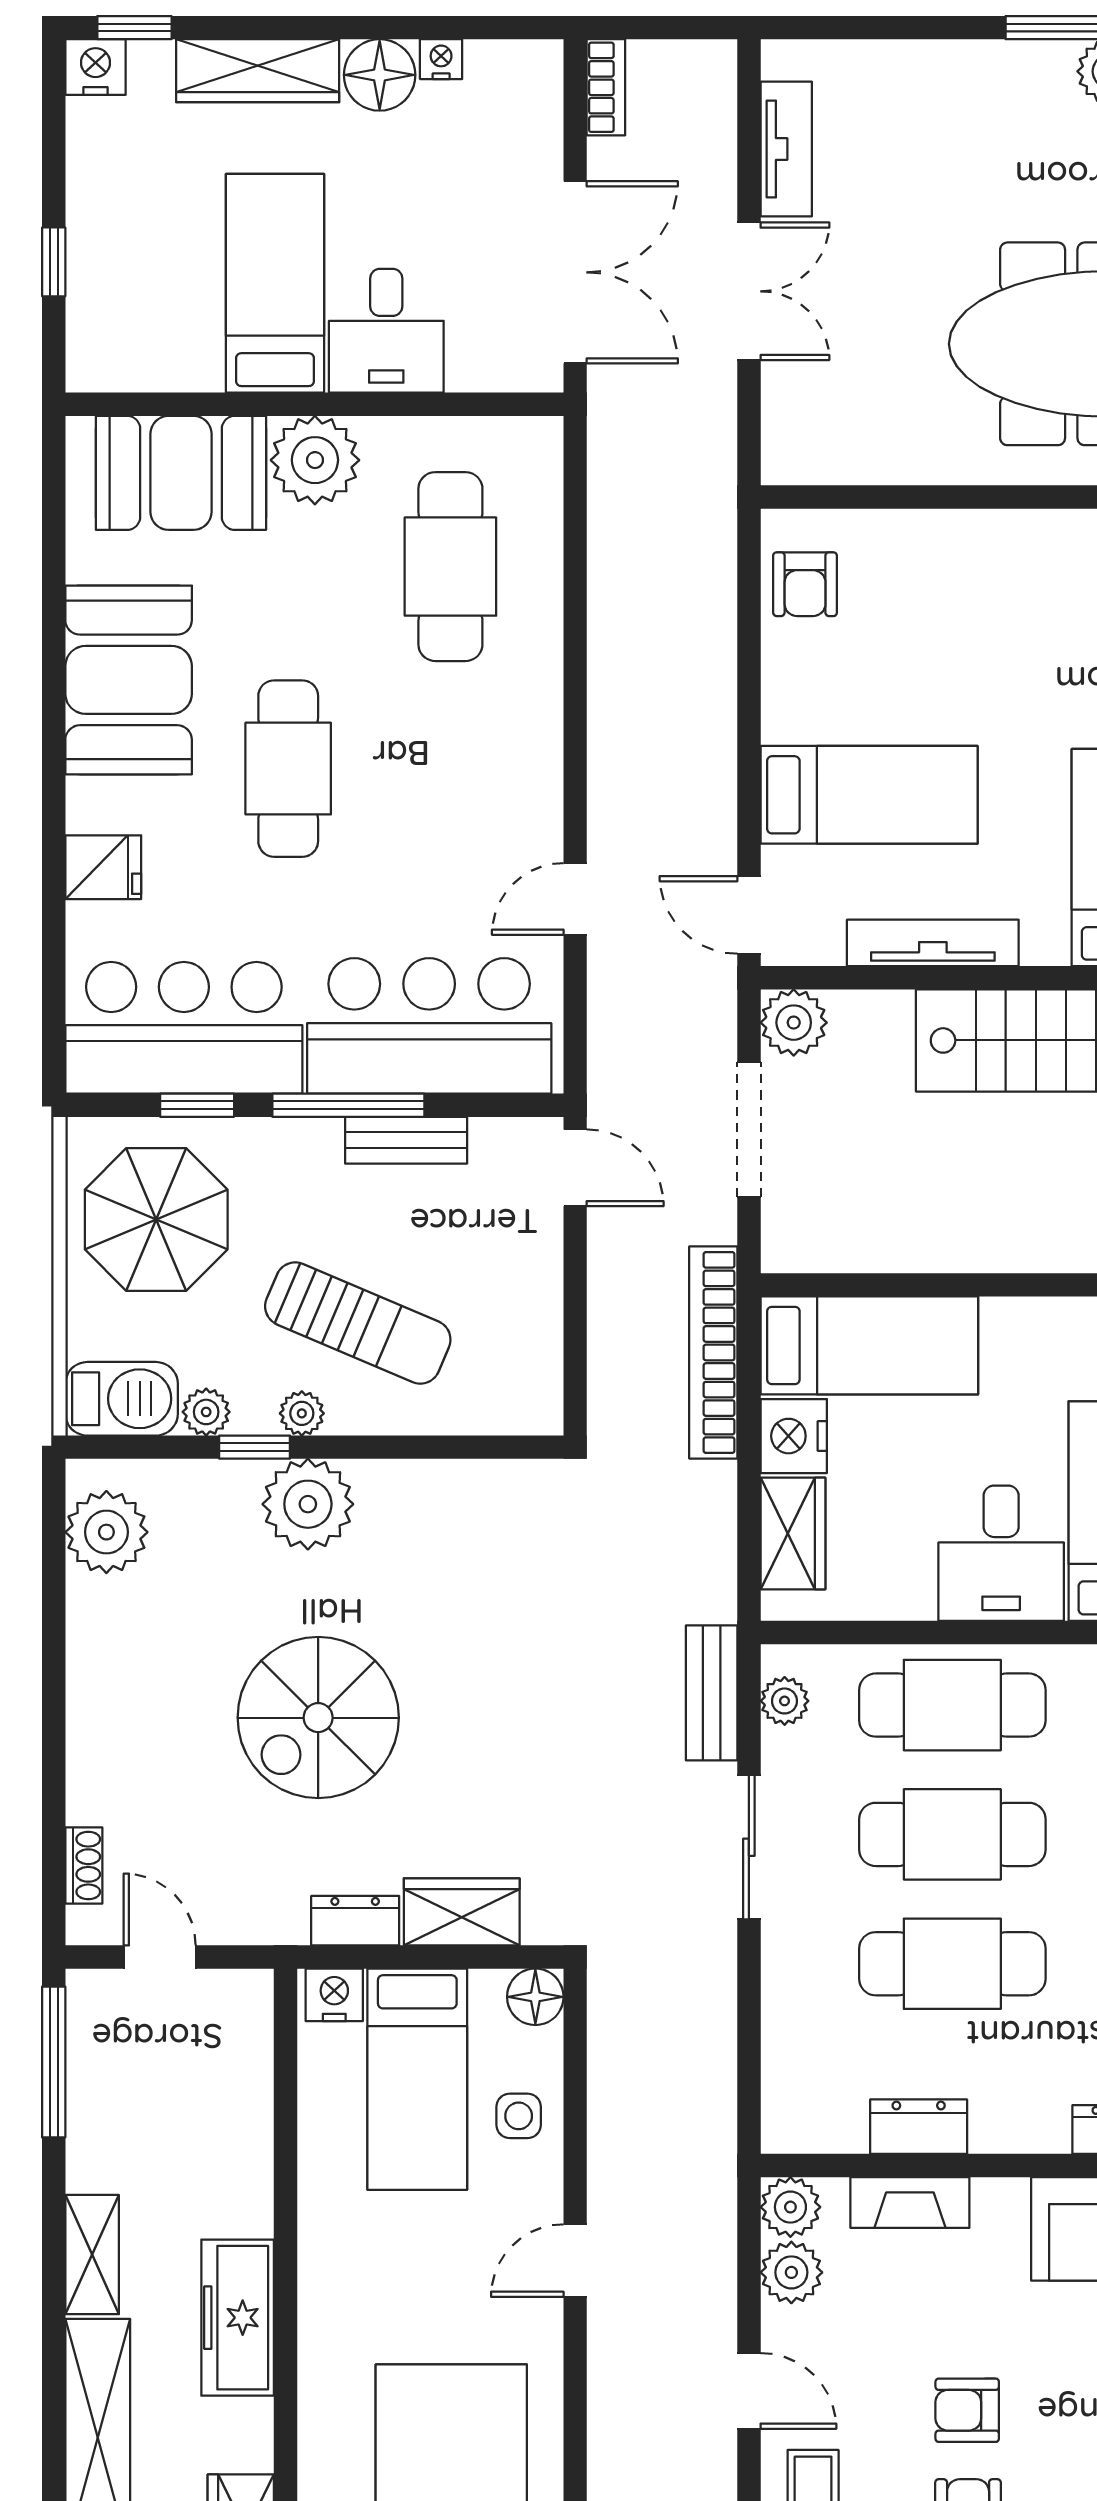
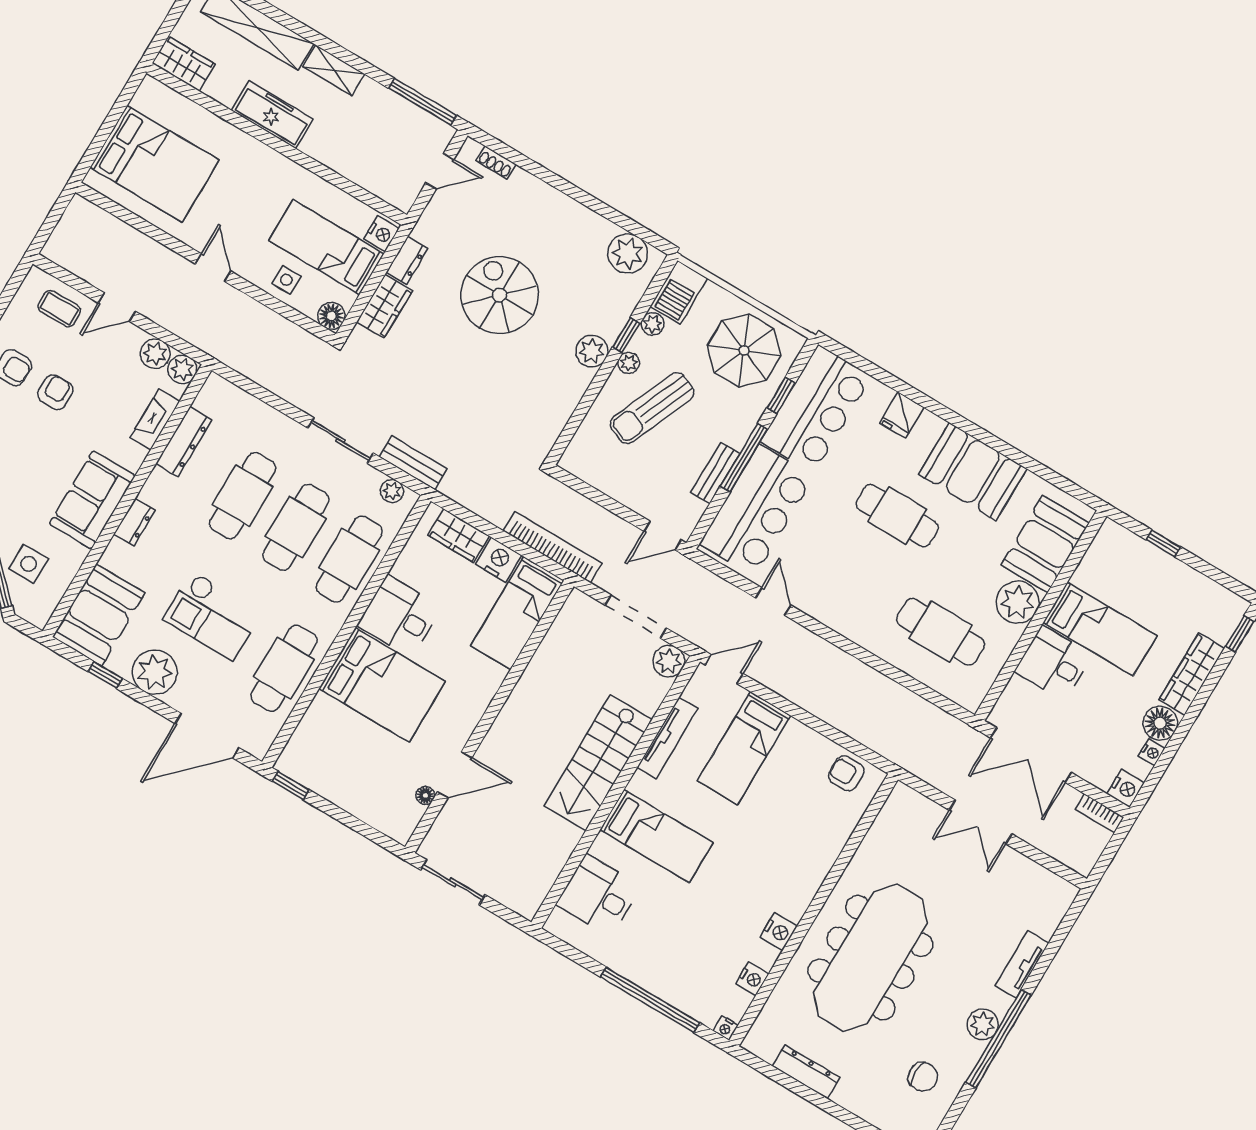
nightstand: (96, 67) -> (1126, 788), moved
tv unit: (786, 149) -> (1022, 964), moved, turned 90
plant: (308, 1504) -> (592, 351), width x0.73, depth x0.73
dresser: (919, 2127) -> (184, 442), width x1.44

